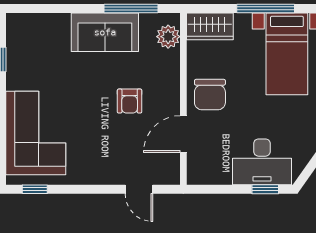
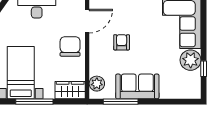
plant: (22, 73) -> (191, 60), added

